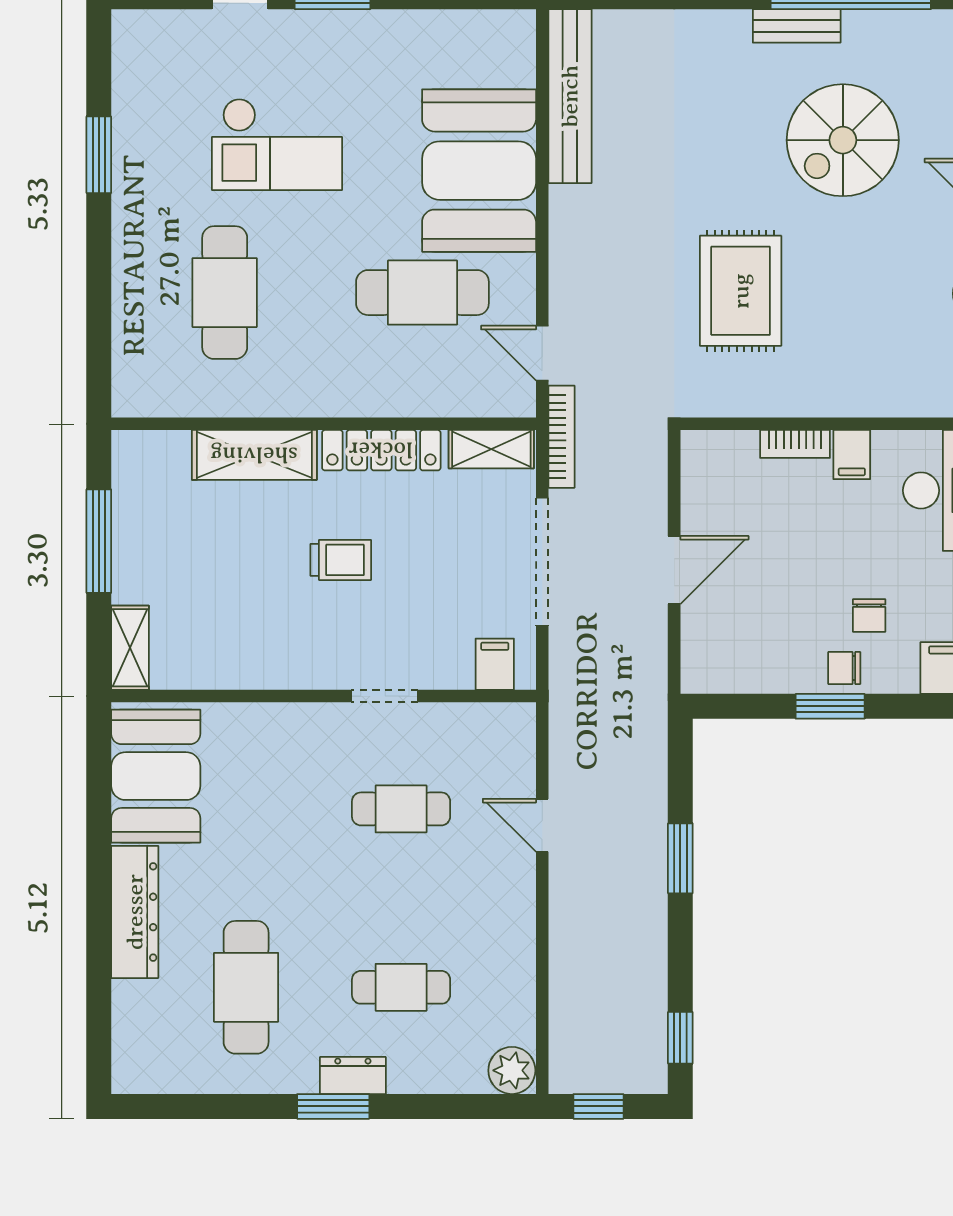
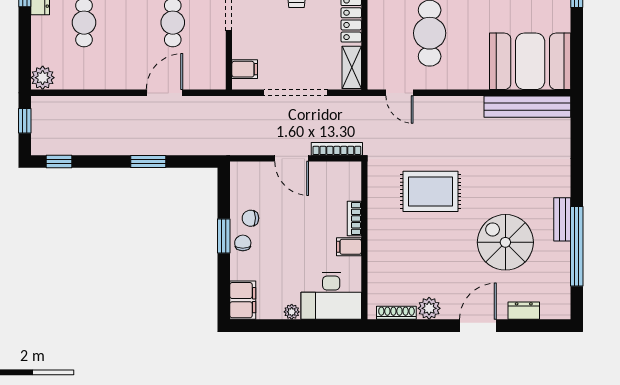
booth: (479, 171) -> (530, 61), moved
door: (542, 353) -> (399, 93), swing flipped
bookcase: (561, 437) -> (337, 149), moved, turned 180
chair: (869, 615) -> (250, 218), moved
door: (542, 825) -> (165, 93), width x1.38

